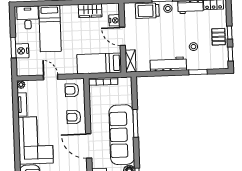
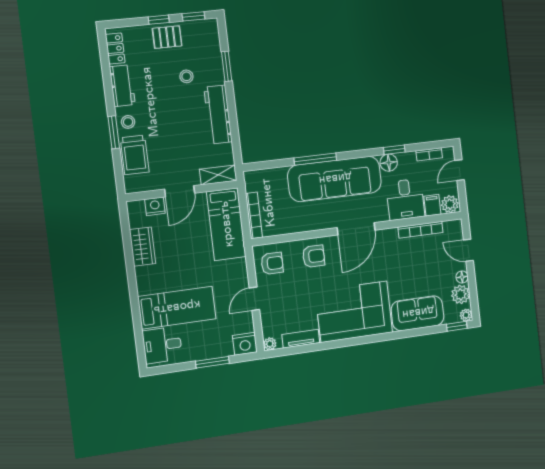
nightstand: (22, 51) -> (245, 344), moved
armchair: (72, 90) -> (272, 263), turned -90
armchair: (74, 117) -> (314, 256), turned -90

